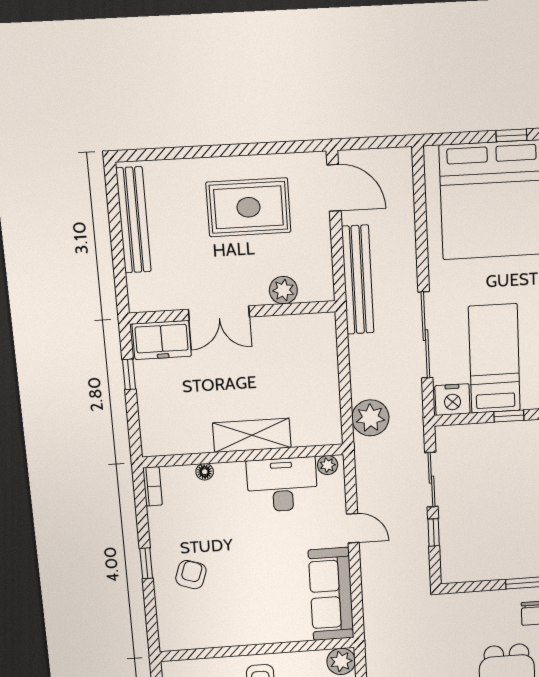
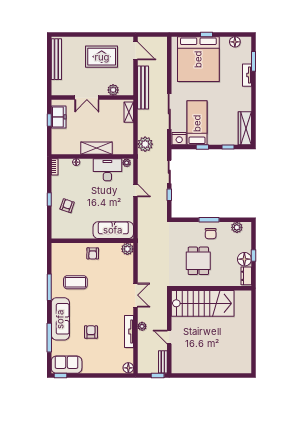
freezer: (162, 340) -> (59, 117), moved, turned -90
shelving: (326, 343) -> (129, 112), added
sofa: (331, 594) -> (113, 230), moved, turned 90

